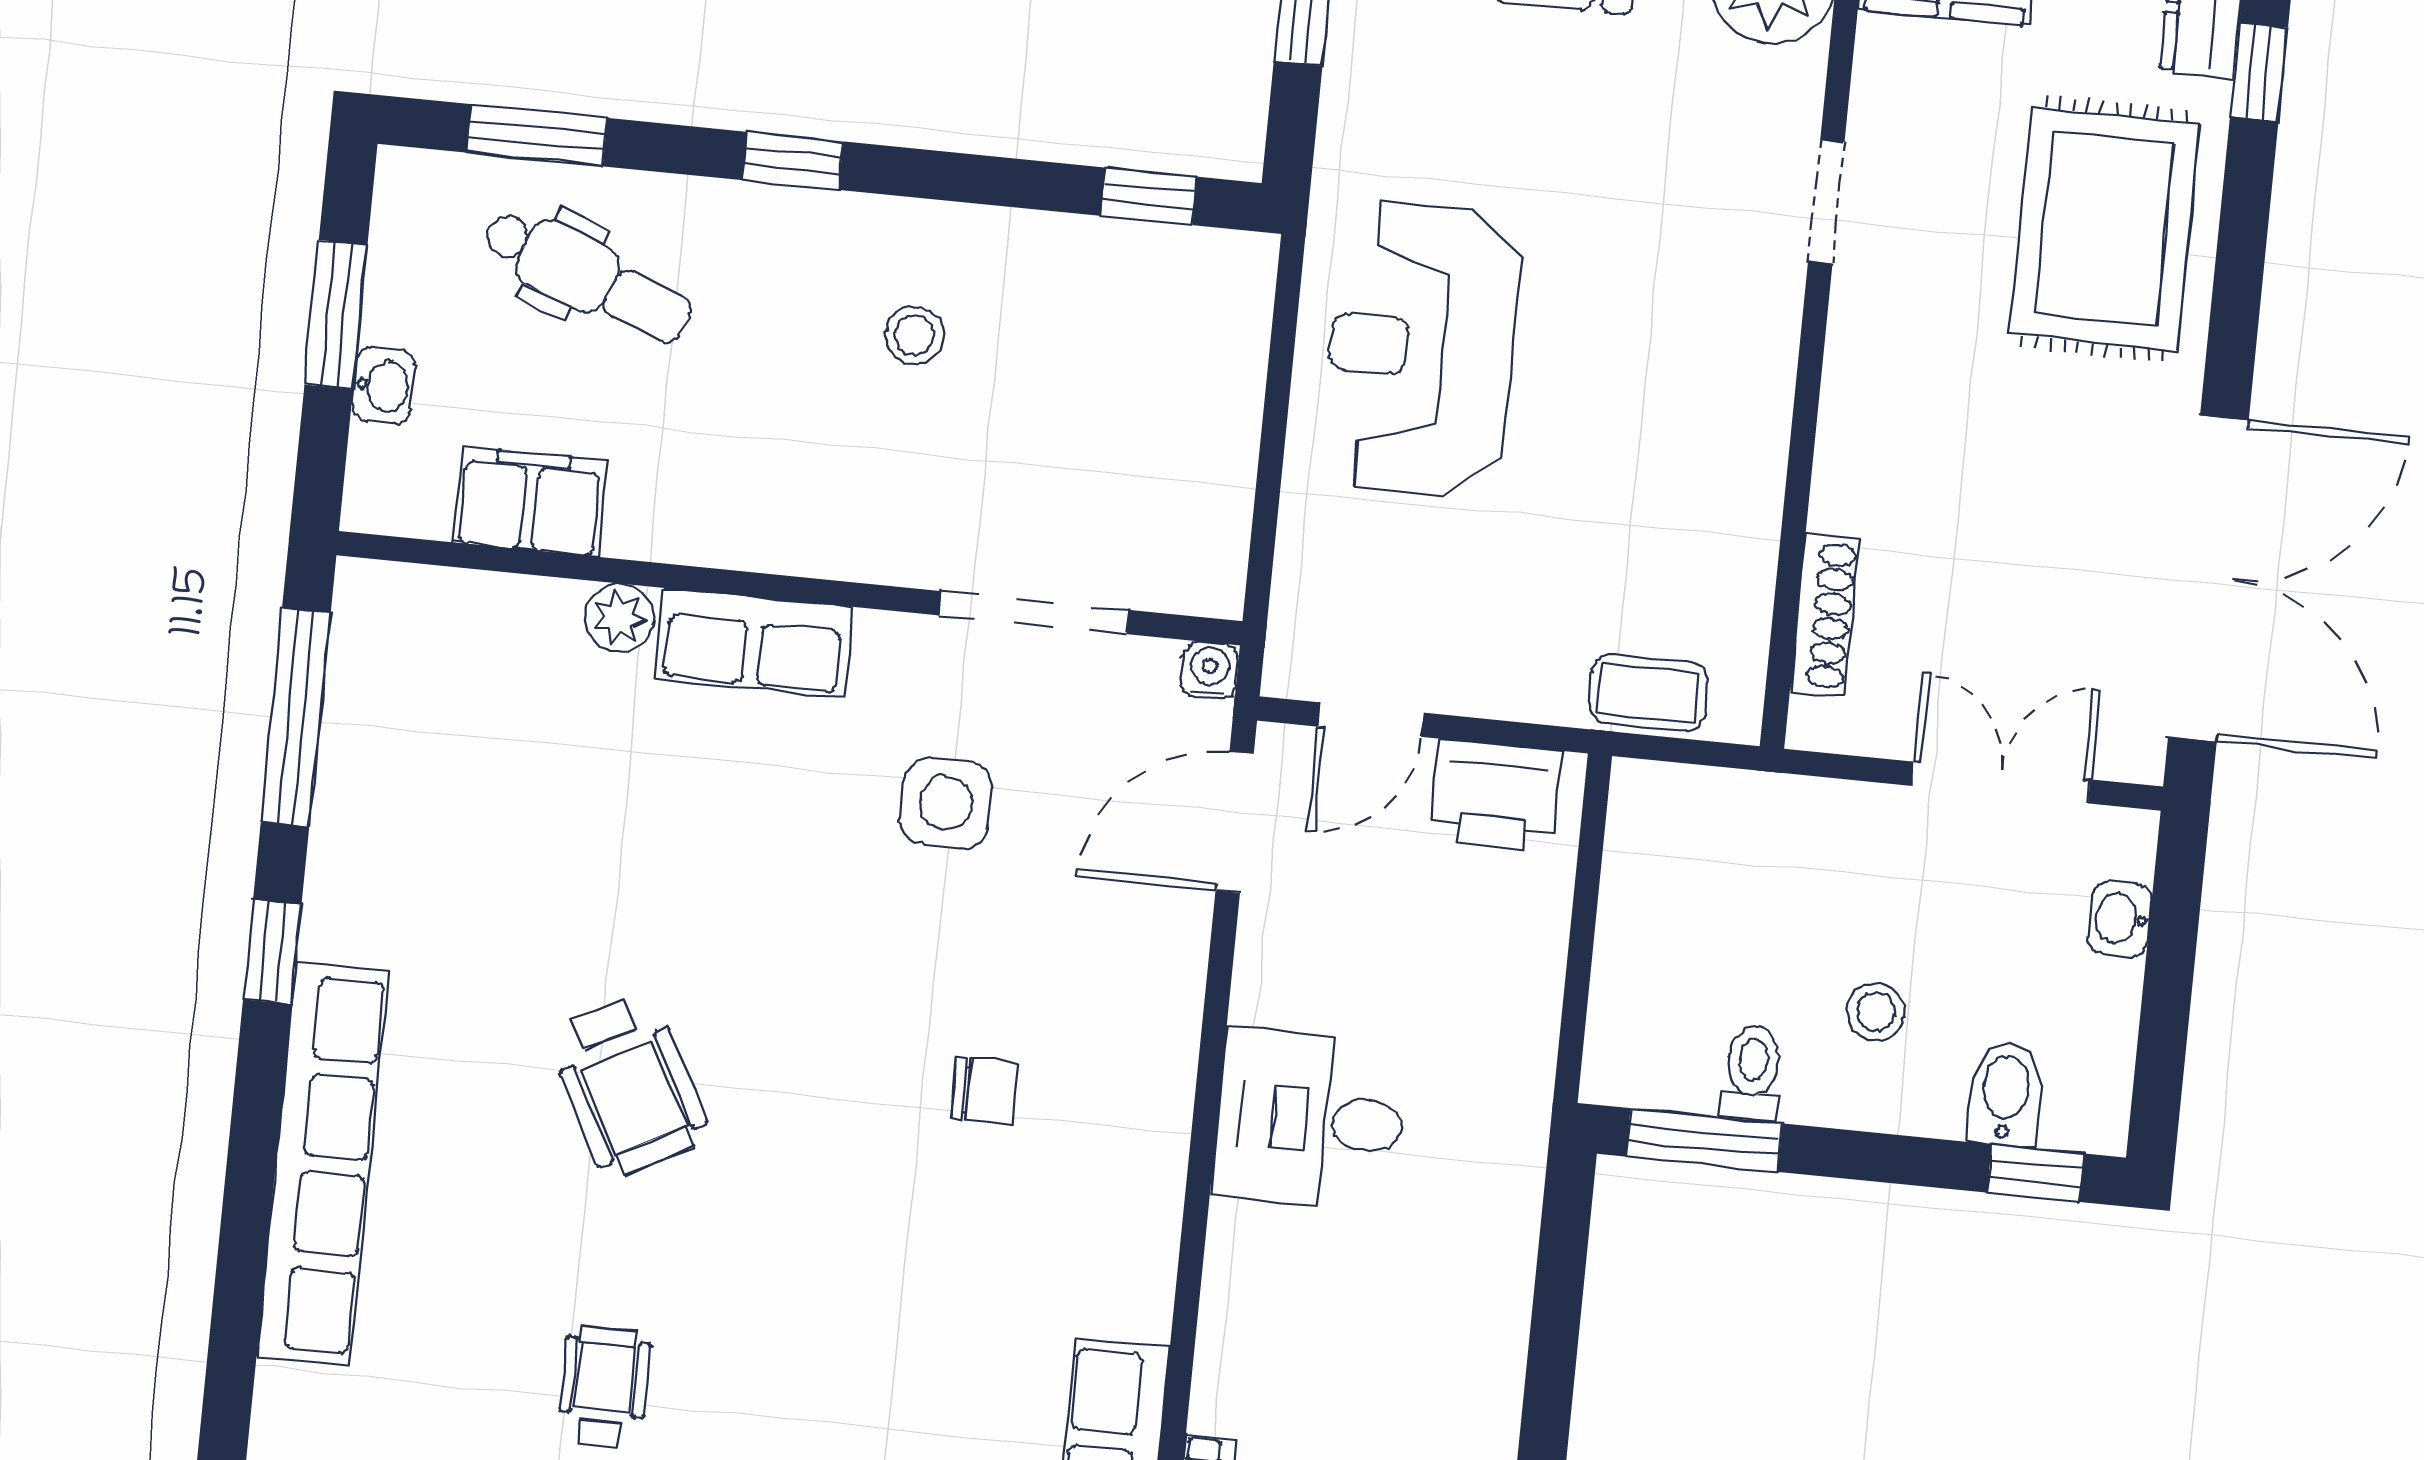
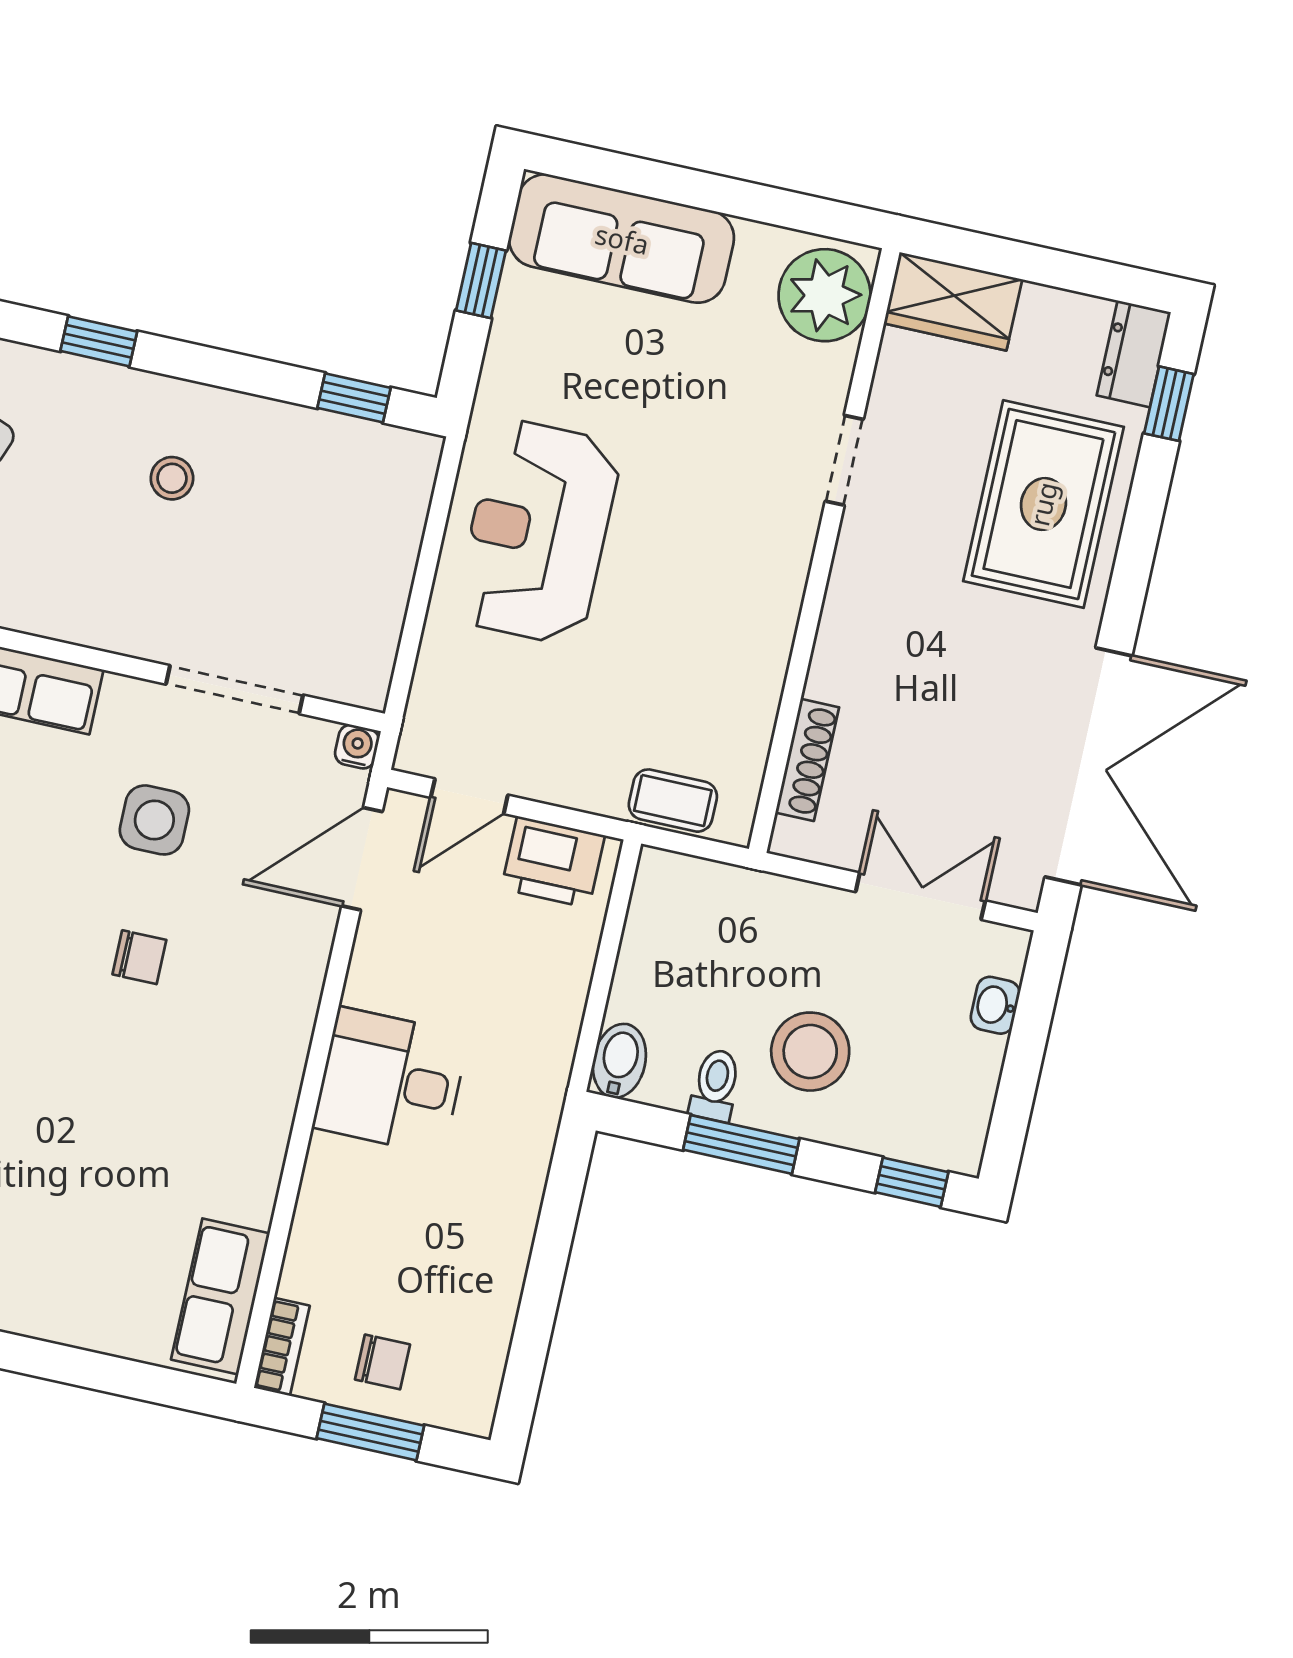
stool: (1876, 1012) -> (810, 1052), width x1.89, depth x1.89
chair: (984, 1091) -> (139, 957), moved
bidet: (2006, 1094) -> (619, 1061), moved
window: (1704, 1140) -> (741, 1144), moved

